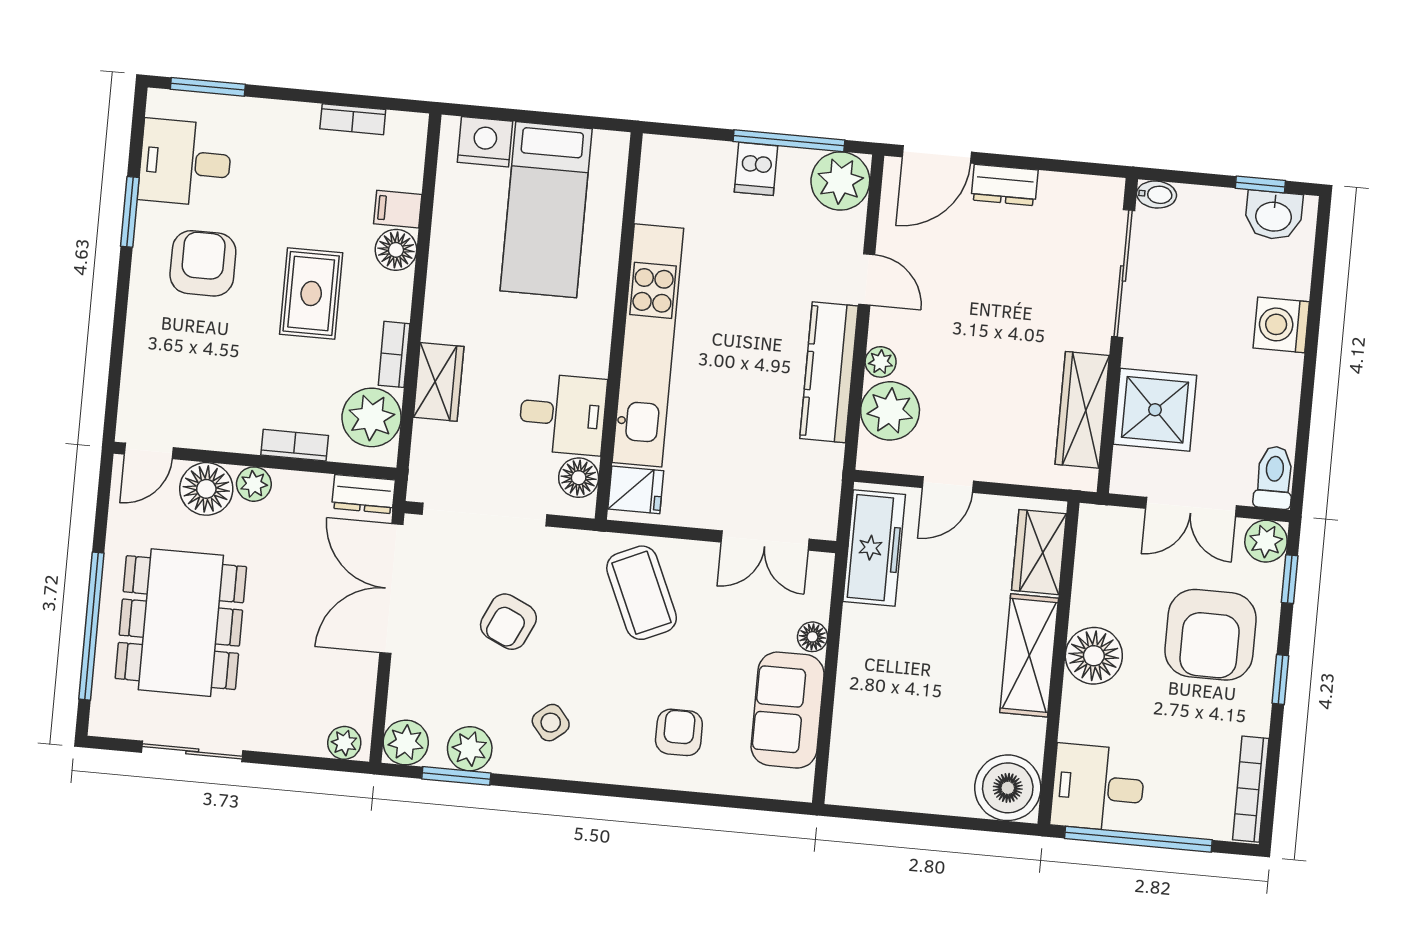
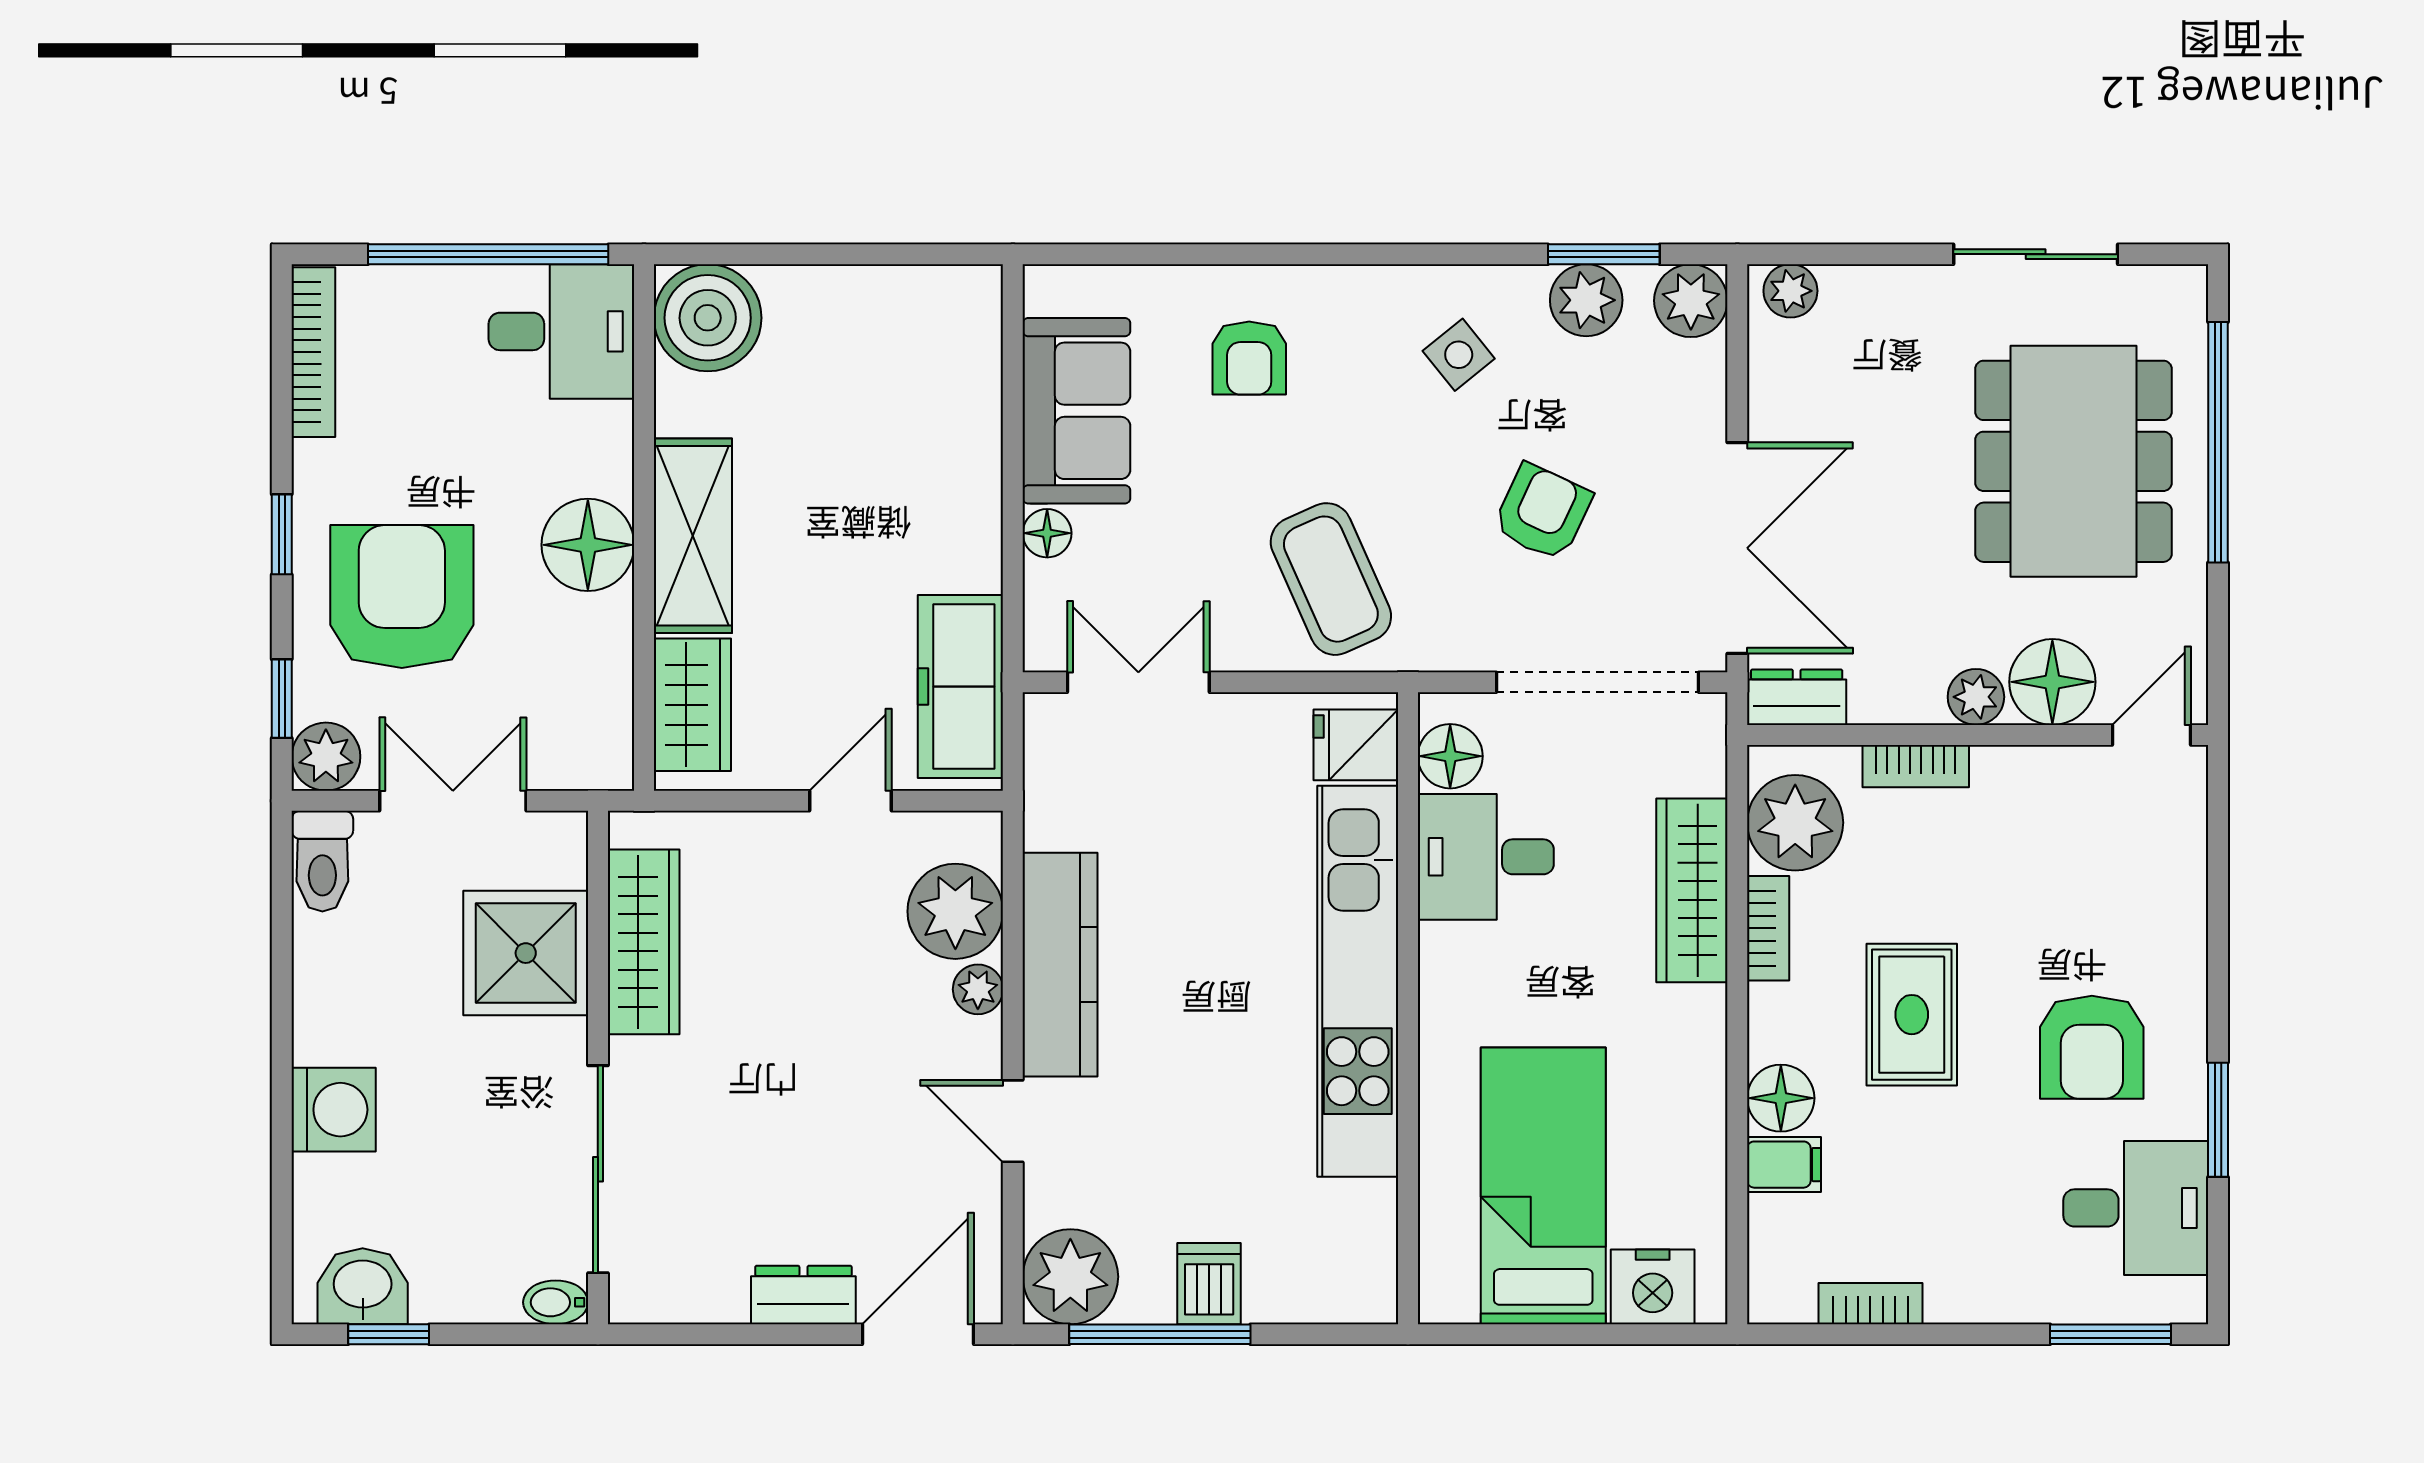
wardrobe: (439, 382) -> (1692, 890), width x1.50

